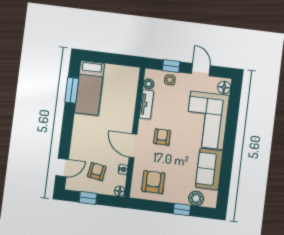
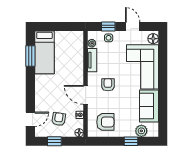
armchair: (153, 182) -> (105, 122), turned 90

